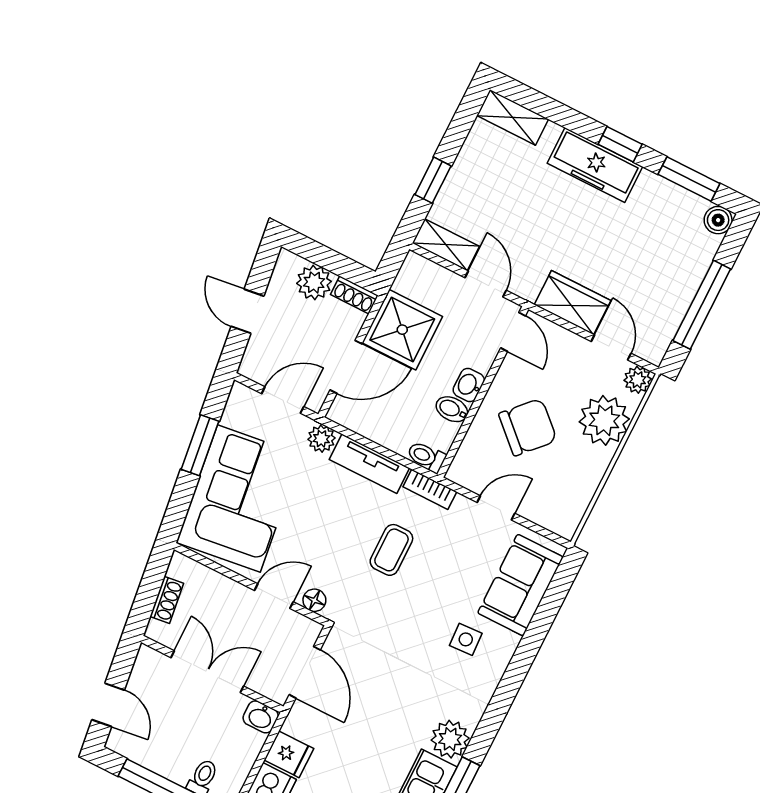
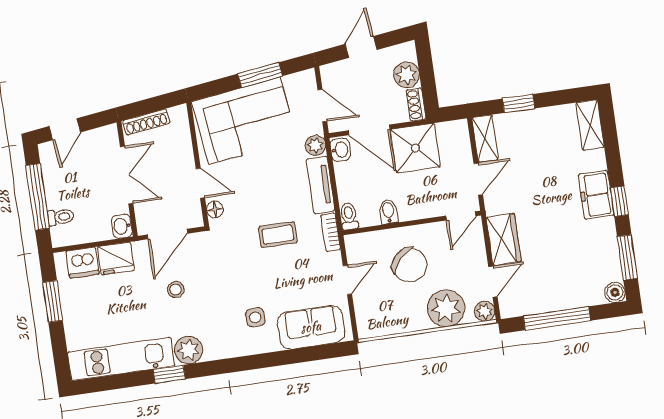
freezer: (595, 165) -> (596, 195), width x0.71
washbasin: (469, 385) -> (340, 150), moved, turned 90
door: (496, 508) -> (347, 280), hinge flipped
shoe rack: (167, 600) -> (146, 122), width x1.43
stool: (373, 706) -> (176, 290), added
fridge: (289, 754) -> (116, 258), width x1.38

